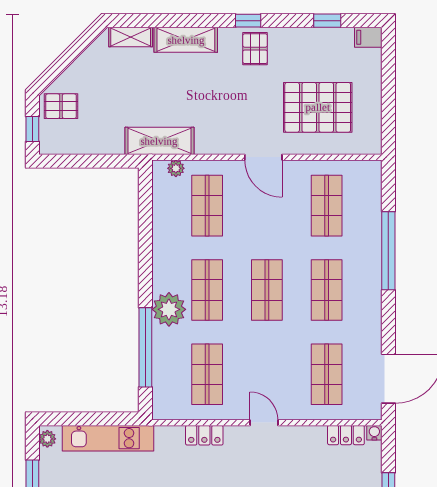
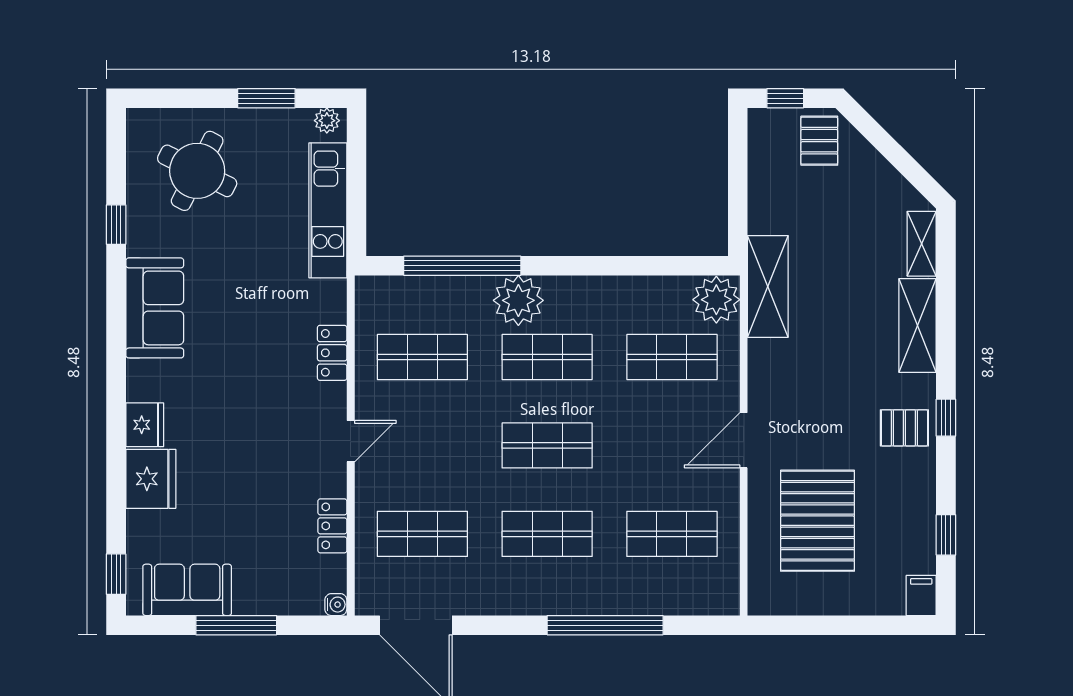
plant: (176, 168) -> (716, 300), width x1.87, depth x1.87
locker: (346, 435) -> (332, 526), moved

